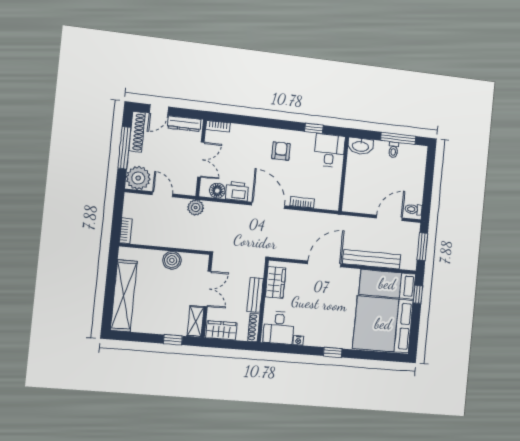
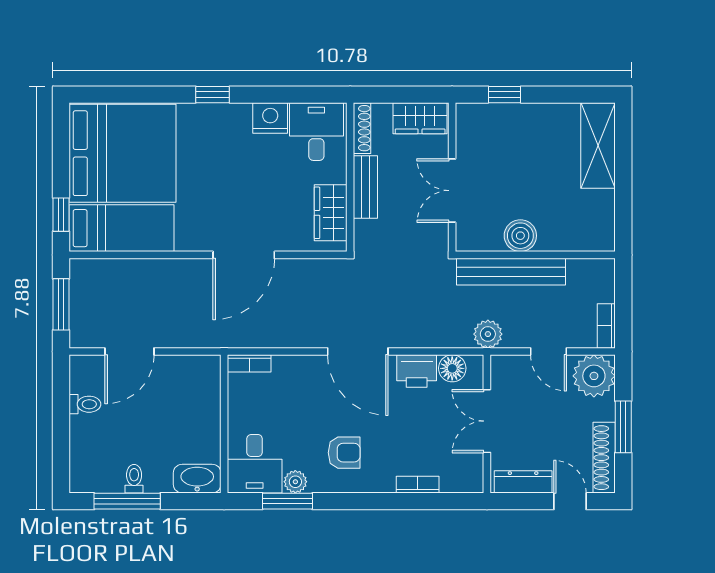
door: (159, 110) -> (570, 501), hinge flipped
bookcase: (218, 126) -> (418, 485), moved
window: (314, 128) -> (287, 501), width x1.50
plant: (309, 138) -> (295, 482), added
window: (124, 148) -> (623, 427), width x0.69
armchair: (281, 151) -> (344, 453), turned -90
bookcase: (302, 202) -> (249, 363), moved
toilet: (413, 209) -> (85, 404), moved
bookcase: (126, 231) -> (606, 326), moved
bench: (372, 259) -> (511, 272), moved
shelving: (124, 296) -> (598, 145), width x0.68
shelving: (195, 321) -> (468, 130), removed
nightstand: (298, 340) -> (270, 118), width x1.89, depth x1.79

